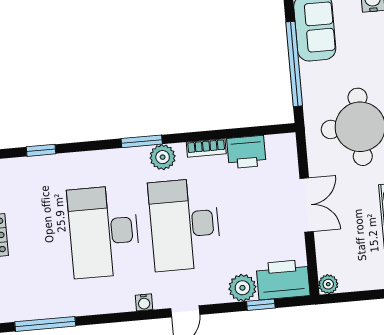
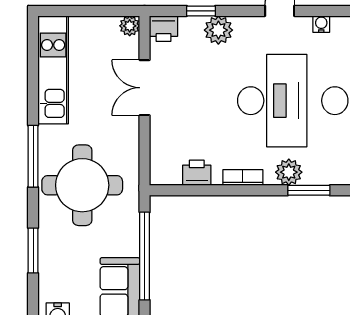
printer: (246, 152) -> (197, 173), width x0.73, depth x0.81
double door: (307, 205) -> (145, 88), moved
printer: (283, 280) -> (163, 29), width x0.53, depth x0.68

